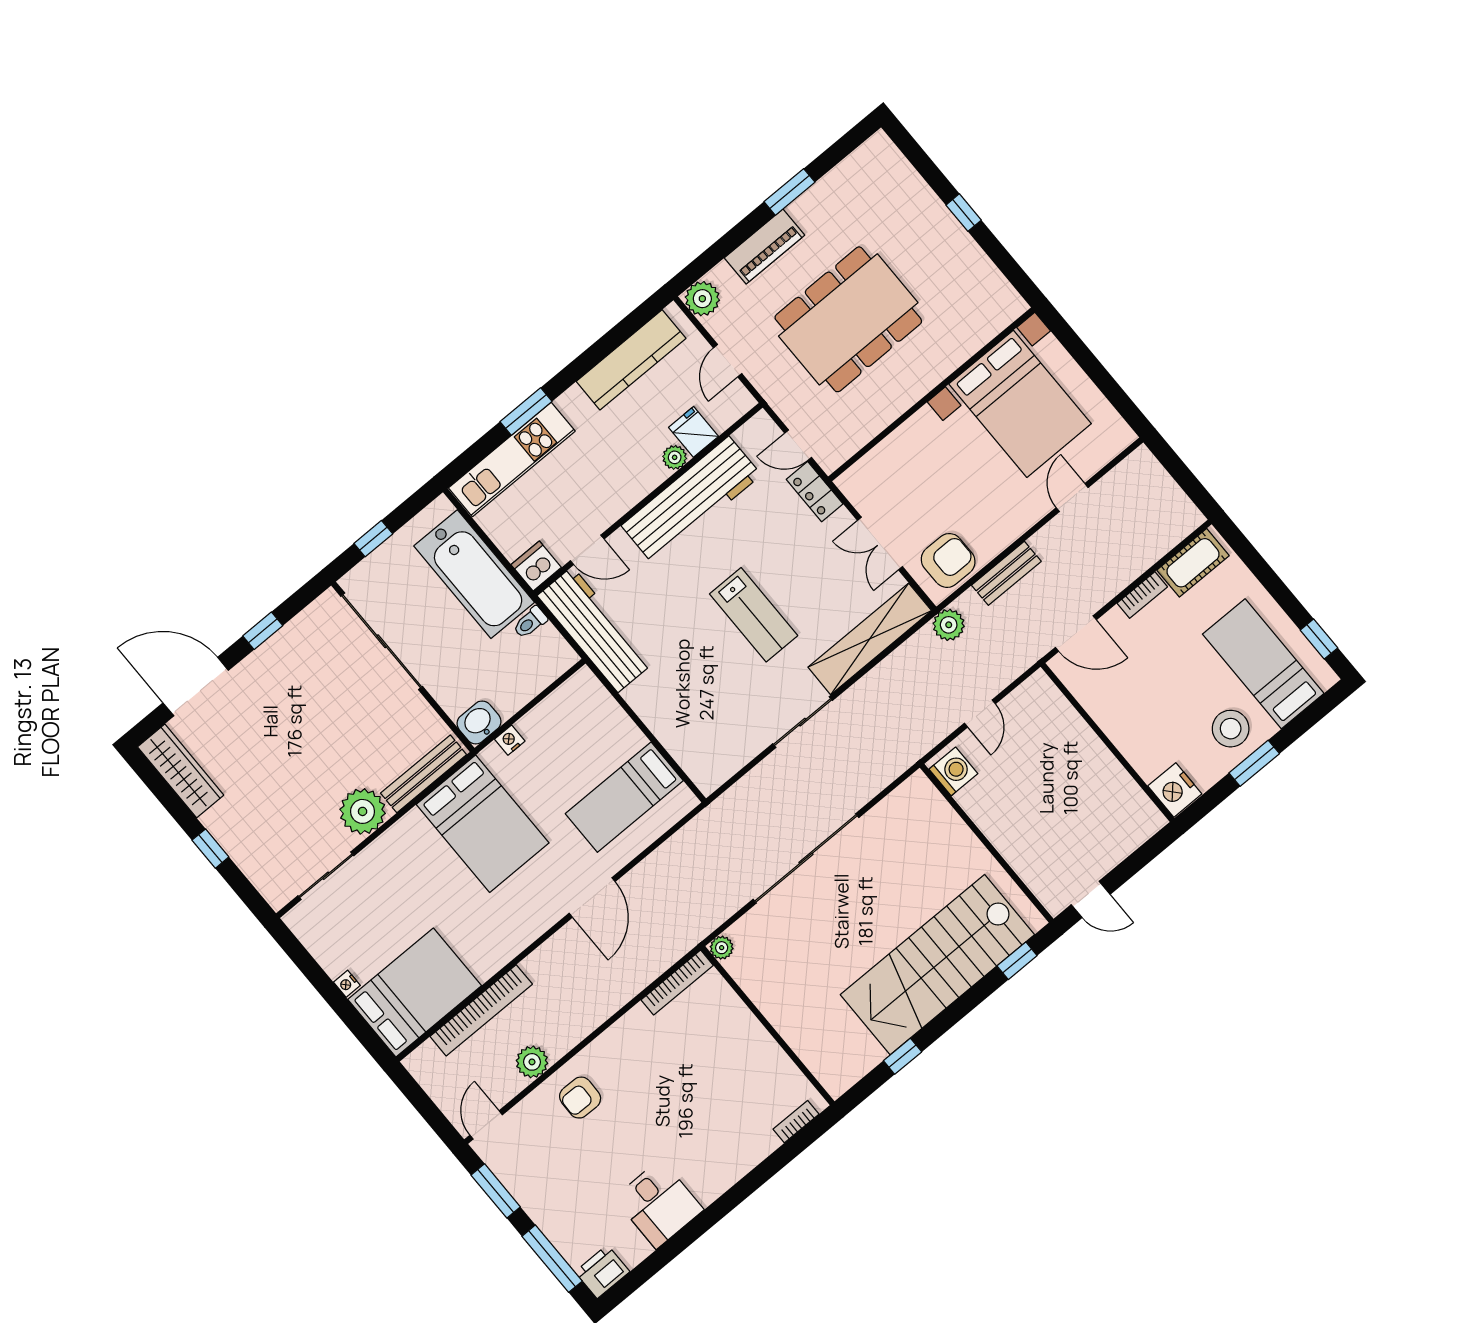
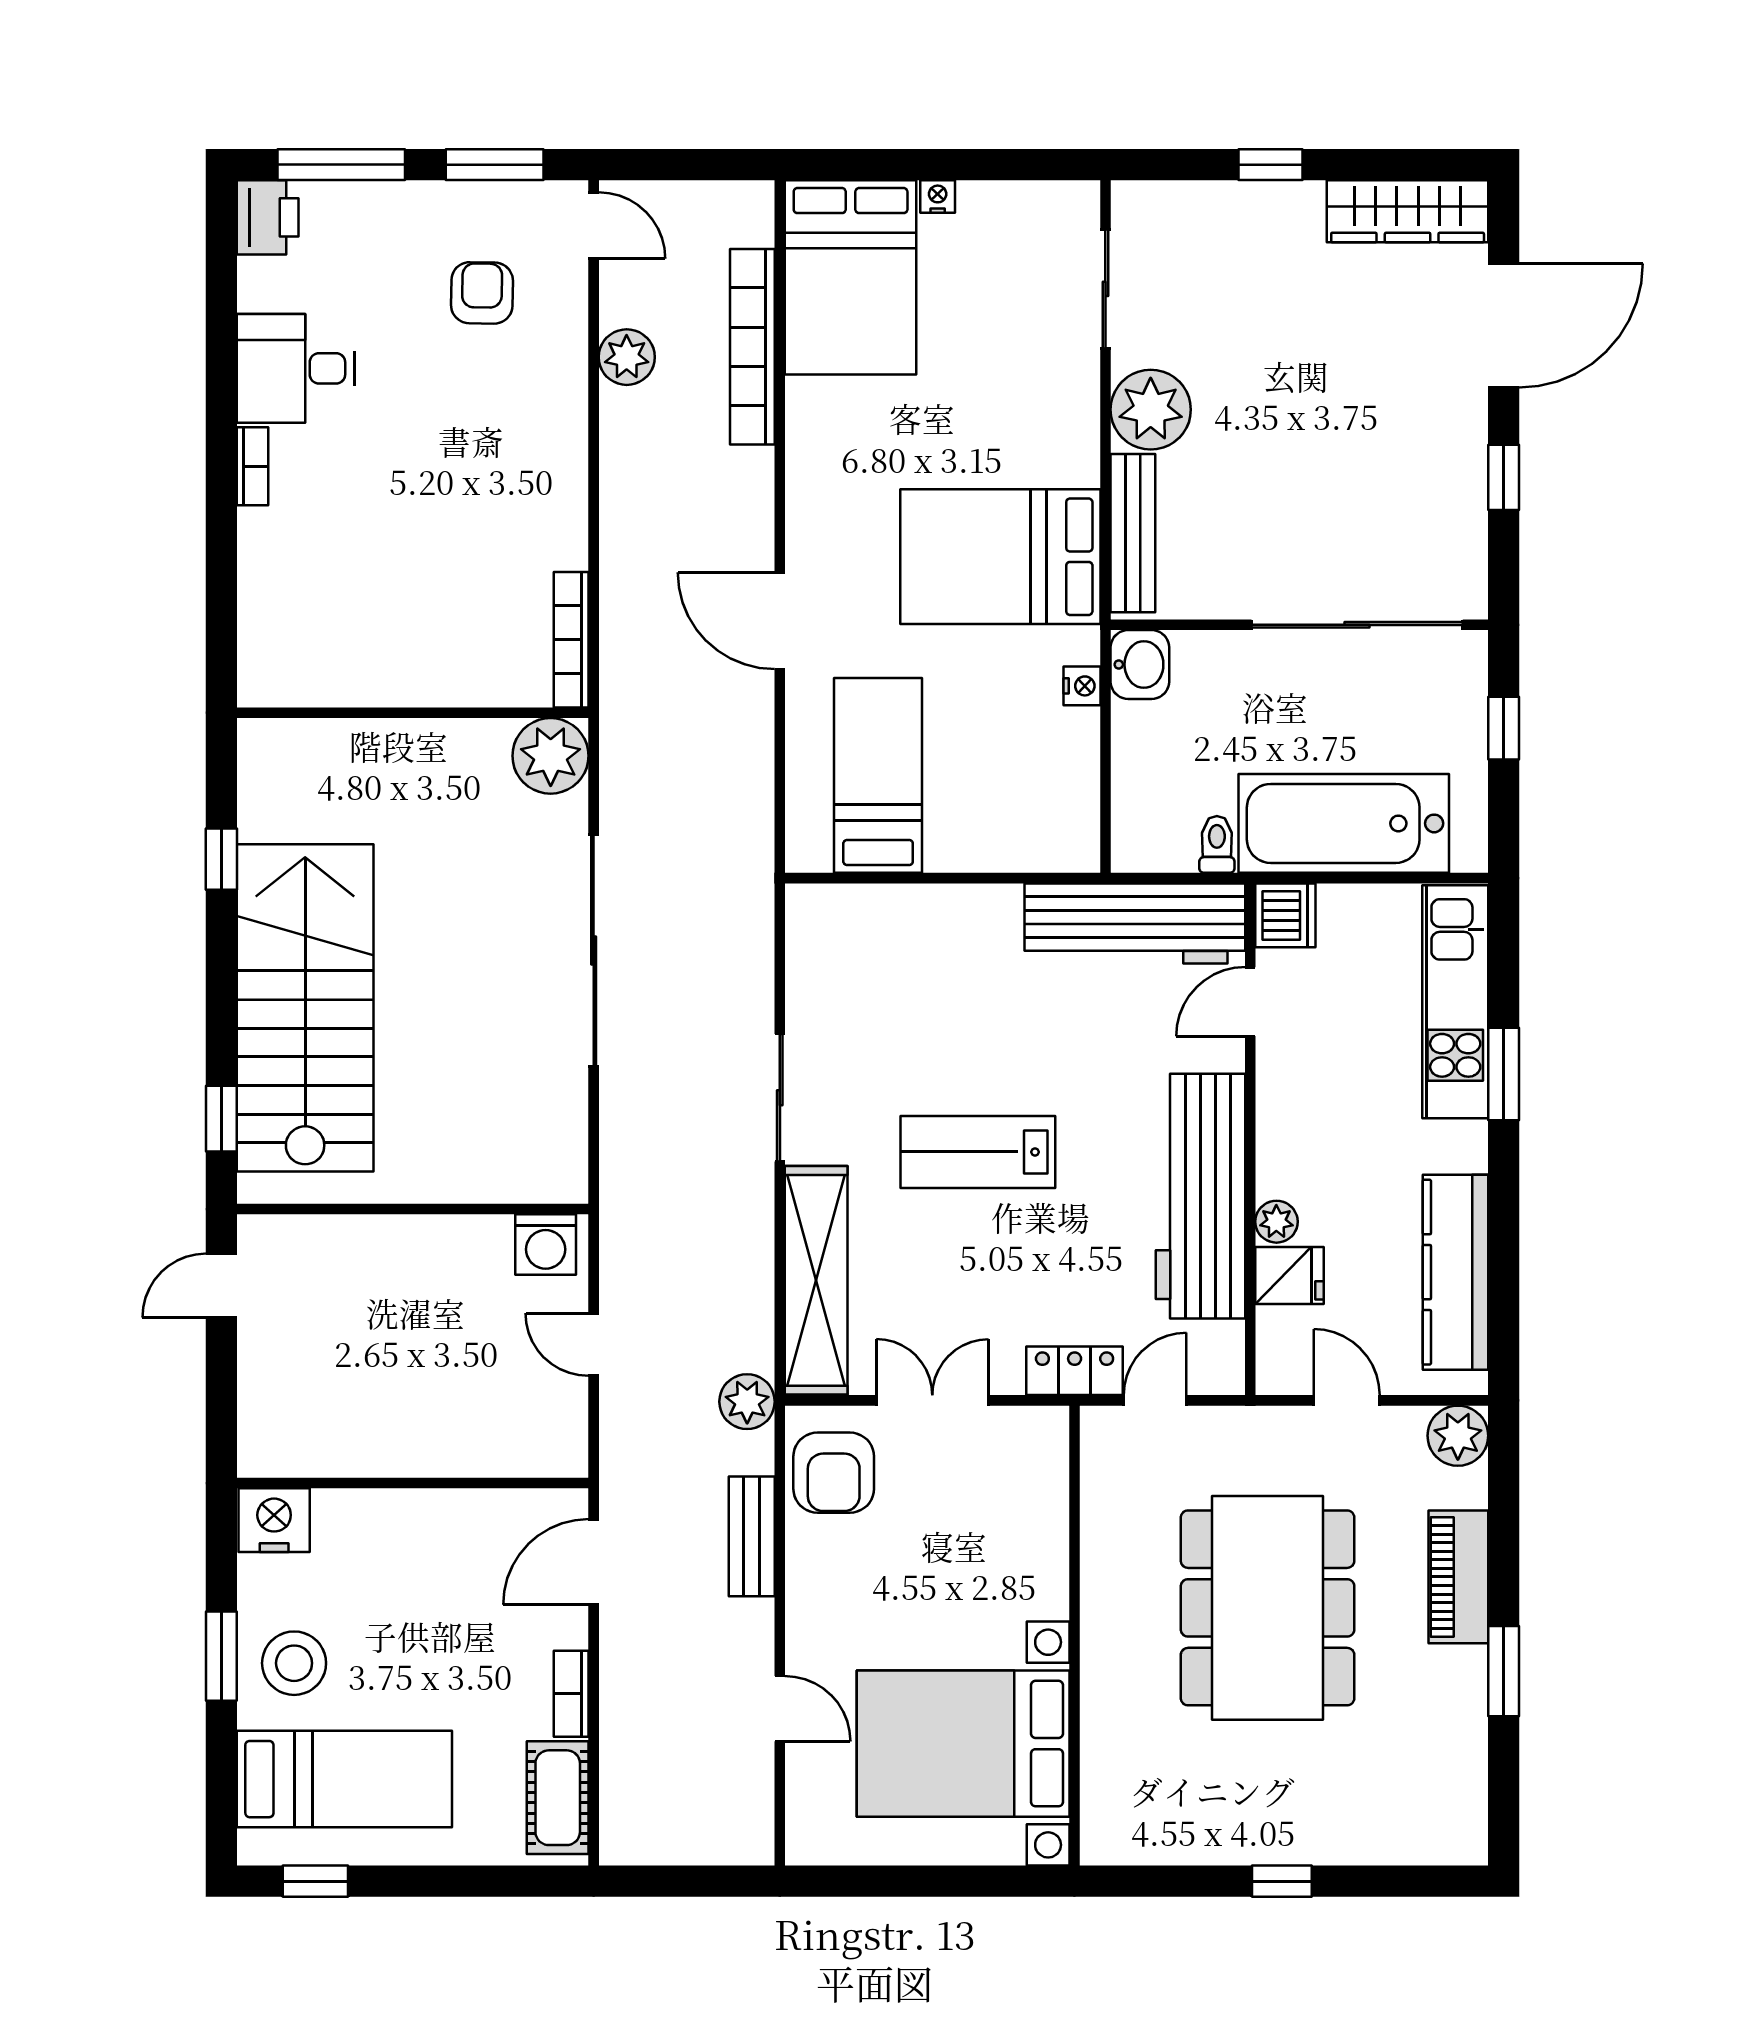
plant: (722, 948) -> (551, 756), width x1.88, depth x1.88
armchair: (580, 1098) -> (482, 293), moved
bookcase: (796, 1122) -> (253, 466), moved

